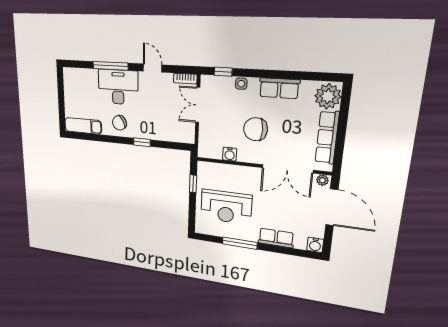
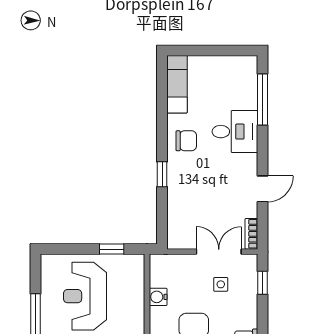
window: (110, 66) -> (262, 99), moved
side table: (241, 84) -> (221, 284), moved
desk: (118, 87) -> (235, 132), width x0.73
chair: (119, 123) -> (186, 141), turned 118

